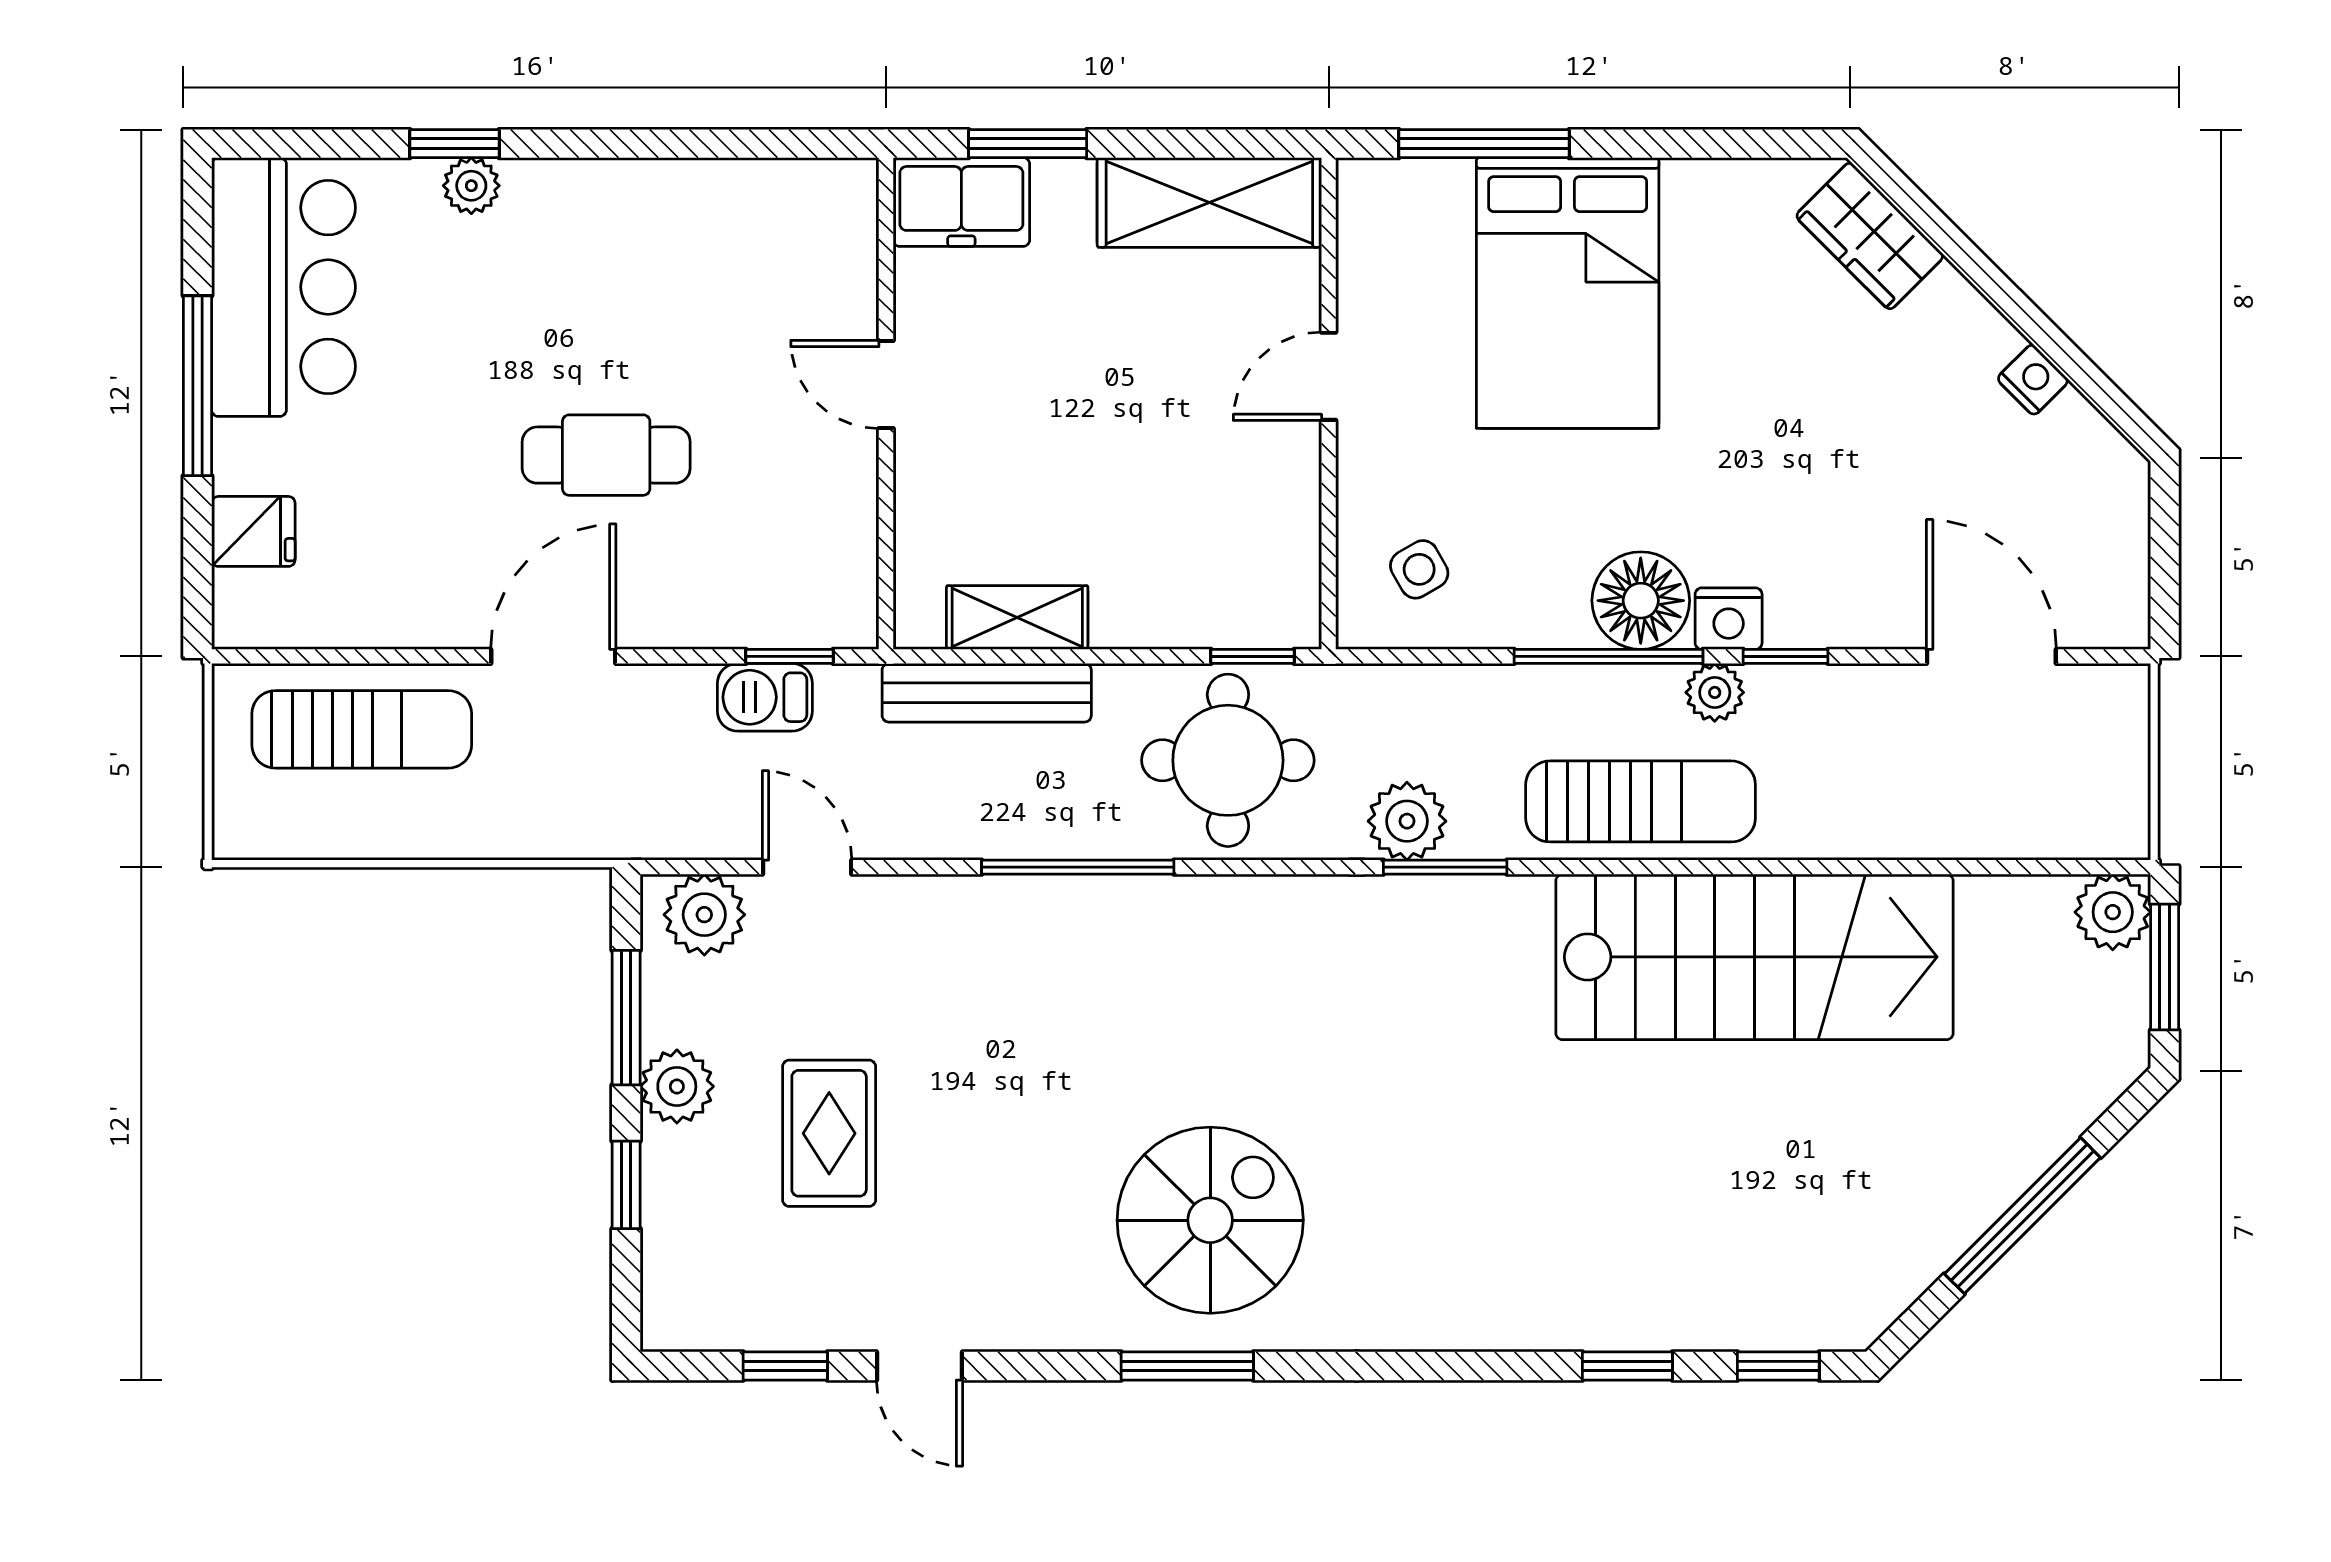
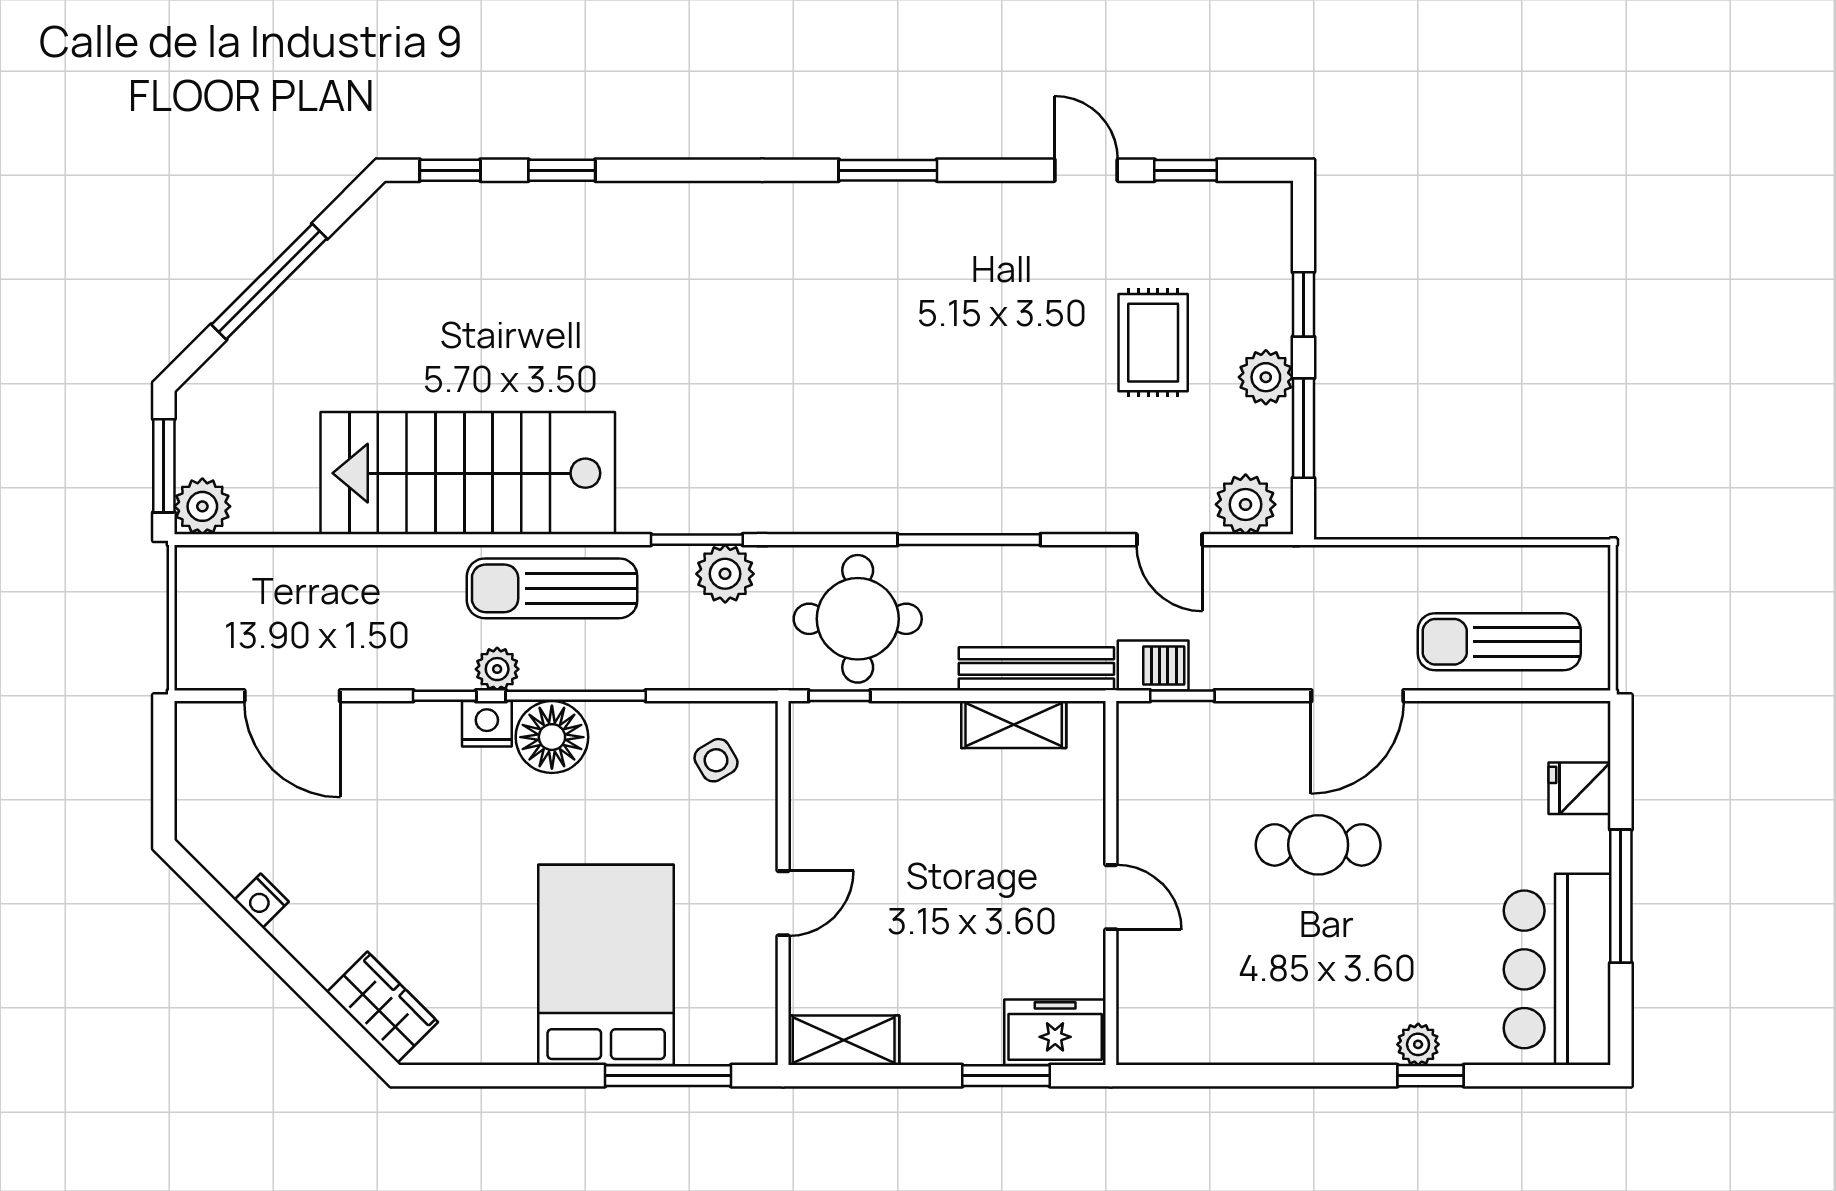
shelving: (1209, 203) -> (844, 1040), width x0.67, depth x0.75
barbecue: (765, 697) -> (1153, 666), moved
spiral stairs: (1210, 1220) -> (871, 278), removed

